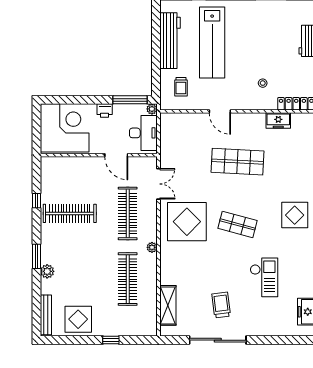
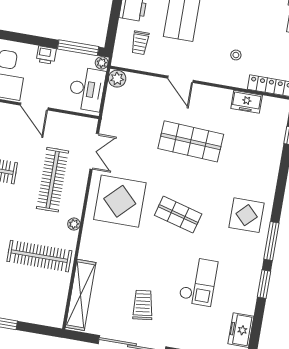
plant: (167, 120) -> (117, 79), added
door: (116, 155) -> (34, 106), moved
clothes rail: (128, 279) -> (39, 256), turned 90
shelving: (168, 305) -> (81, 295), width x1.47

